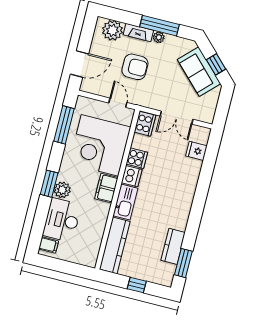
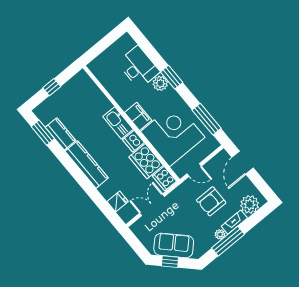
cooker: (137, 158) -> (146, 161), width x1.87, depth x1.31
filing cabinet: (49, 245) -> (127, 44), removed
kitchen counter: (115, 245) -> (87, 165), moved, turned 180

